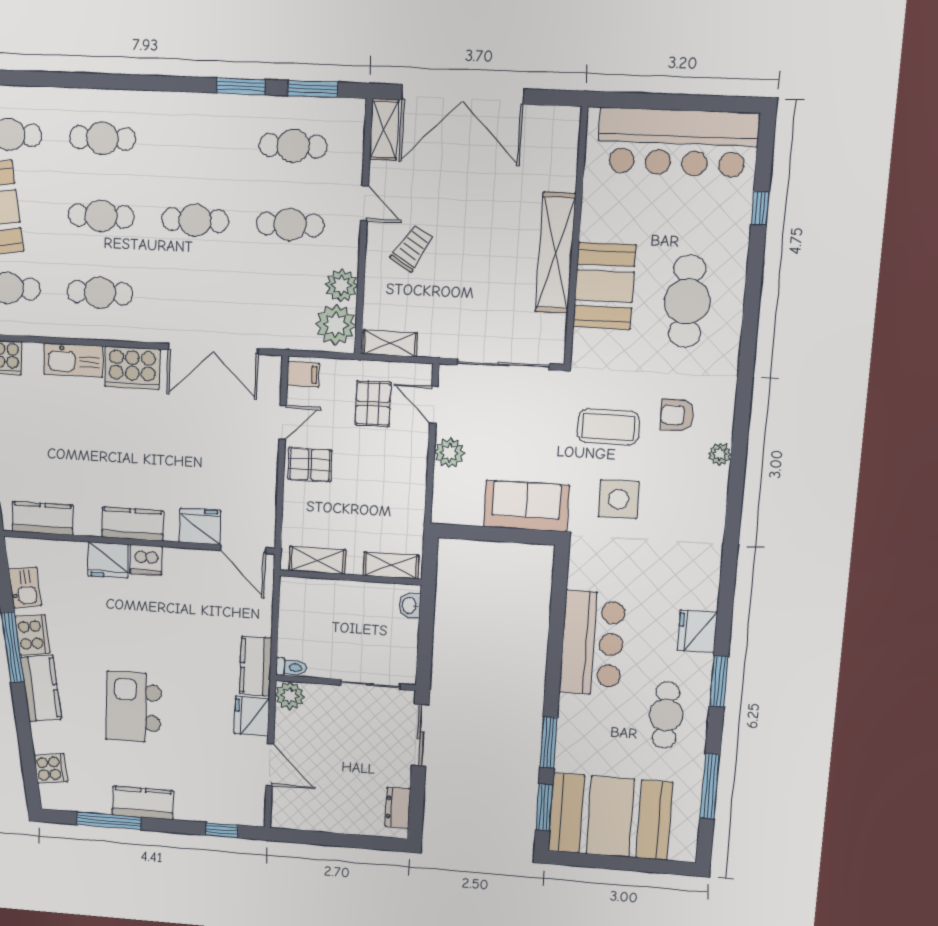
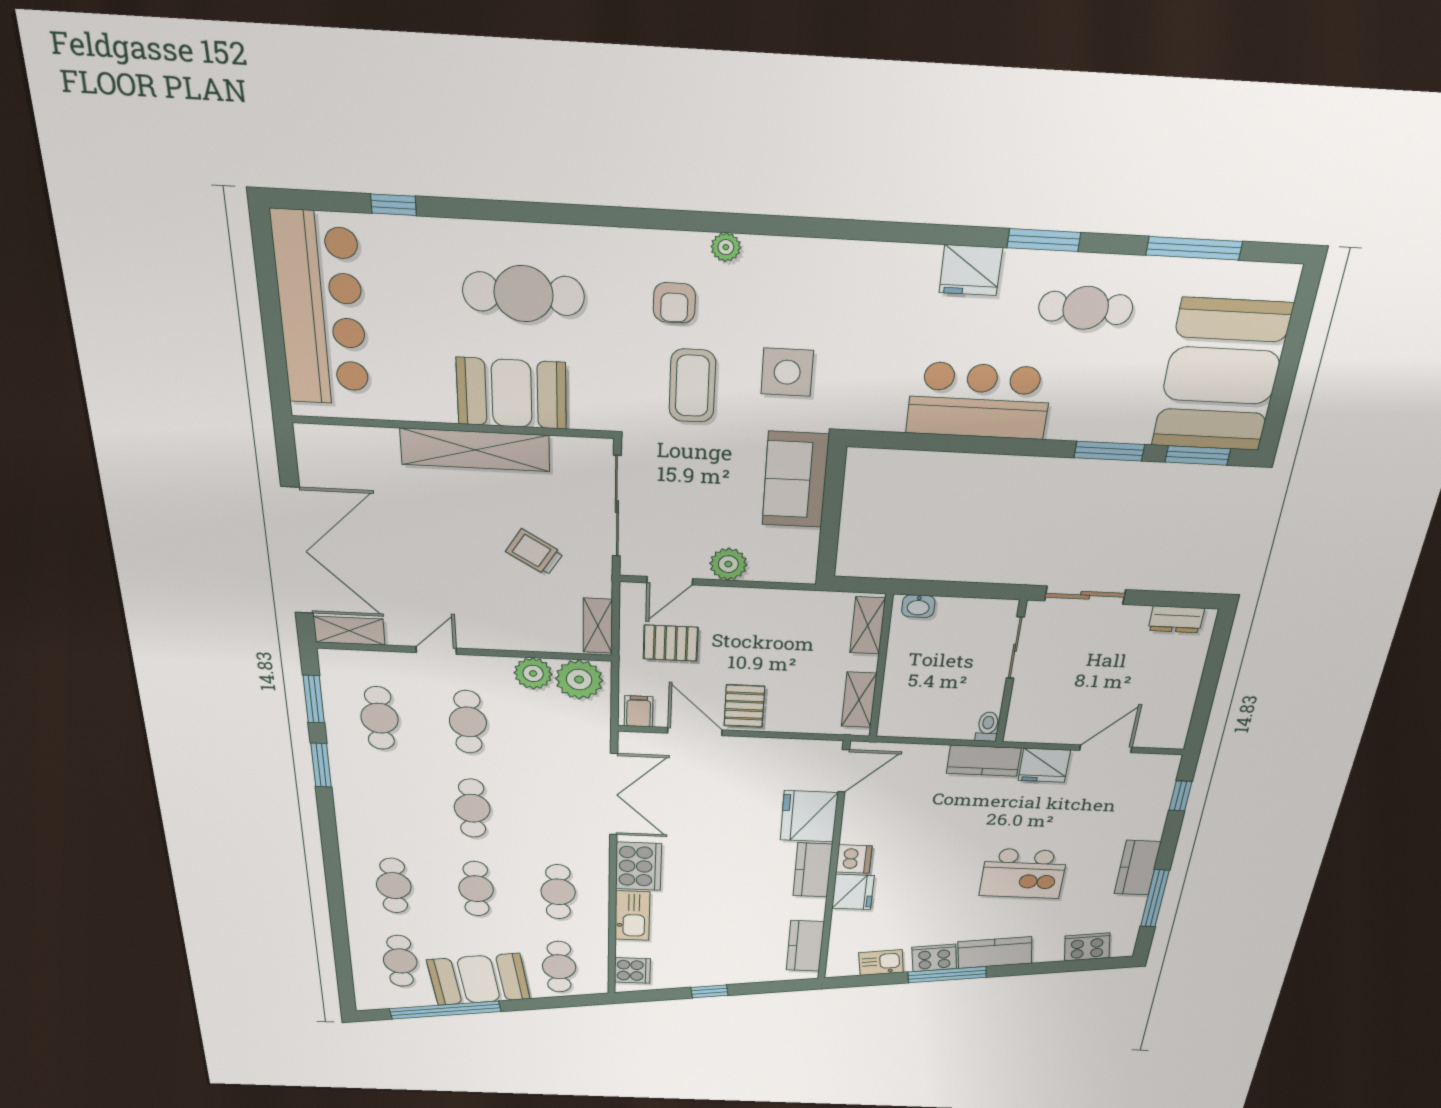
trolley: (412, 248) -> (534, 552), moved
door: (283, 422) -> (695, 732), width x1.38
fridge: (200, 526) -> (809, 816), width x1.36, depth x1.34
plant: (290, 696) -> (1022, 728), removed
cooker: (51, 768) -> (1087, 947), width x1.36

